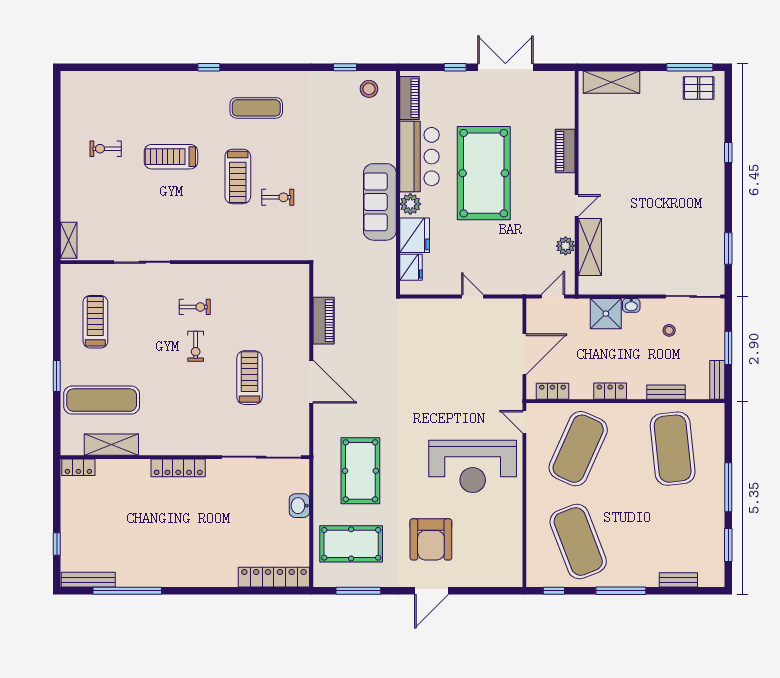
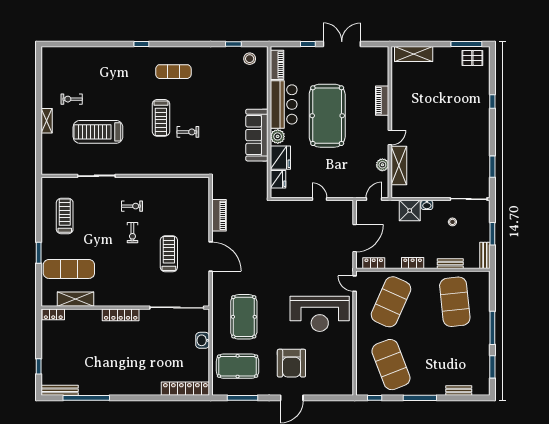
treadmill: (171, 157) -> (98, 132), moved, width x1.37, depth x1.38
shelving: (69, 240) -> (47, 121), moved

